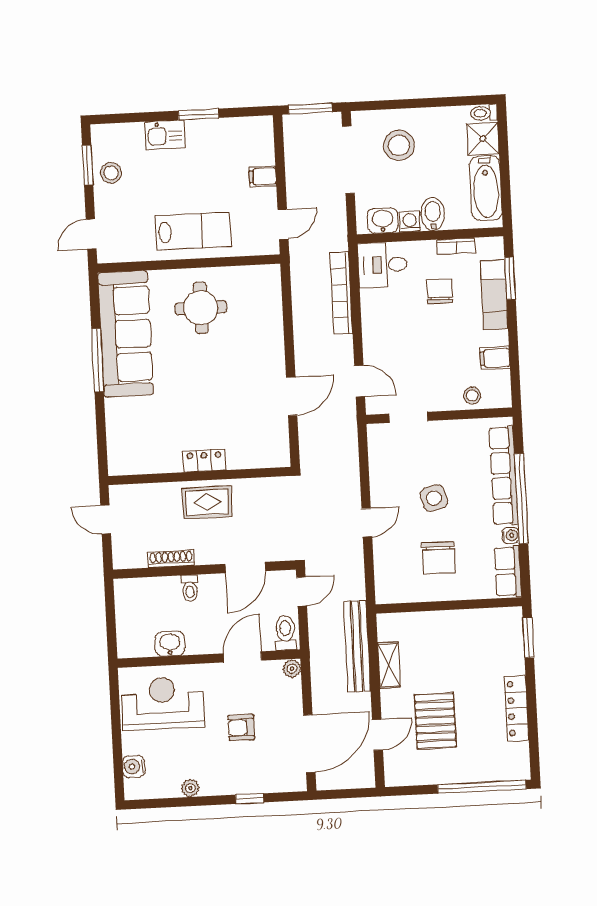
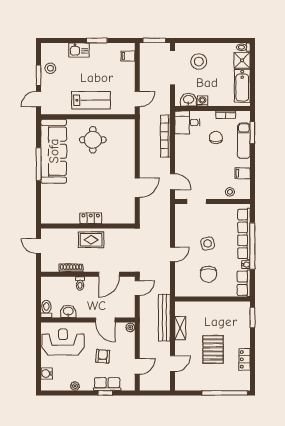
window: (88, 165) -> (39, 75), moved
filing cabinet: (263, 176) -> (128, 56), moved
bidet: (433, 214) -> (214, 98), removed
toilet: (285, 633) -> (46, 309), moved
door: (243, 657) -> (105, 320), swing flipped
locker: (517, 708) -> (245, 359), width x0.66
pallet: (435, 721) -> (213, 349), moved
armchair: (241, 728) -> (103, 356), turned 95
door: (309, 744) -> (137, 366), width x0.53
row of seats: (252, 781) -> (107, 384), added

